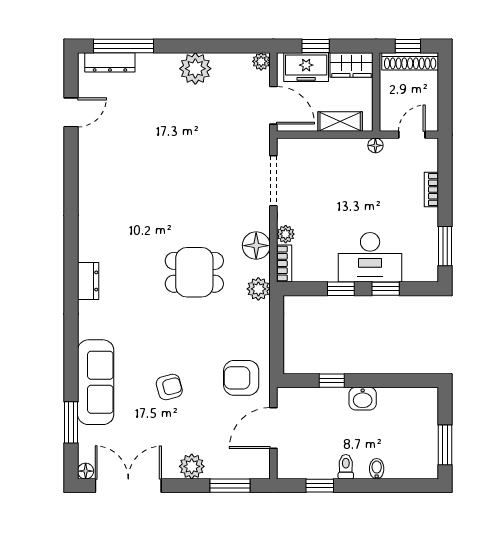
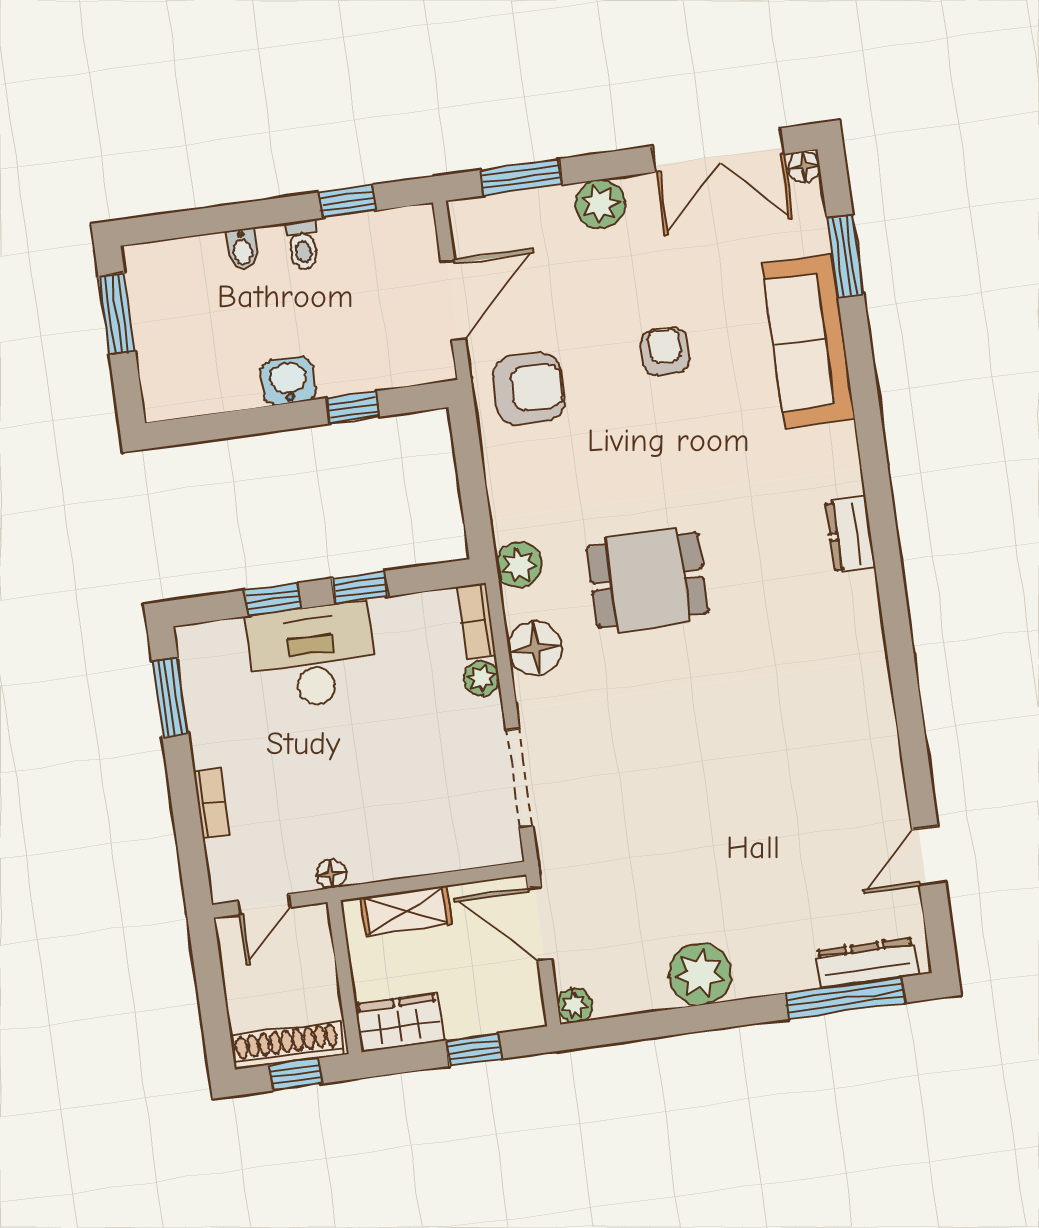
freezer: (306, 67) -> (486, 1006), removed
armchair: (169, 387) -> (665, 351), turned 105

